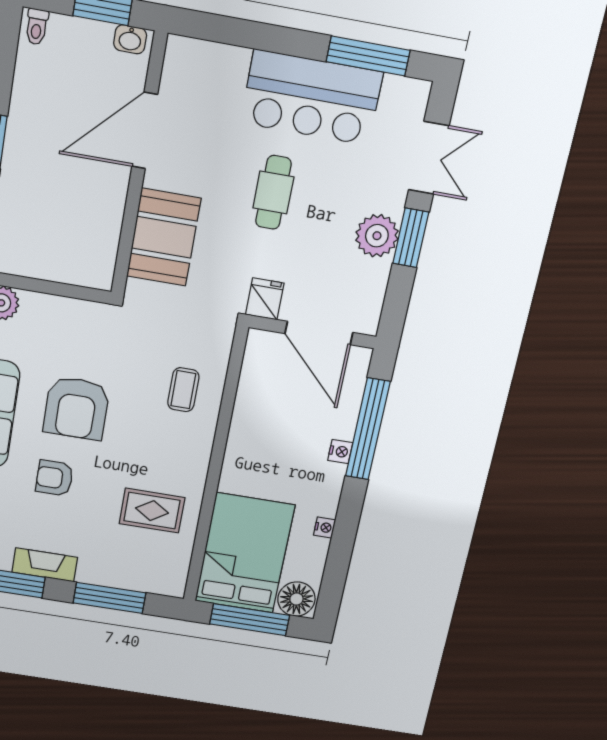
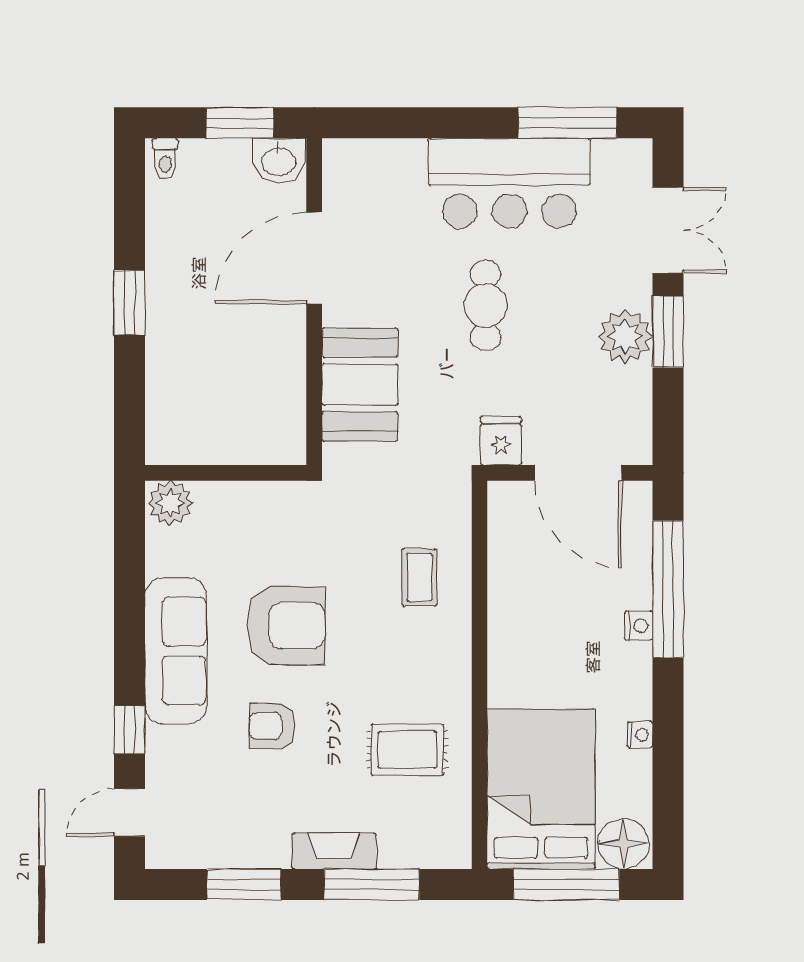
washbasin: (130, 39) -> (279, 160), width x1.38, depth x1.45
armchair: (76, 408) -> (286, 626), turned -90
fireplace: (45, 565) -> (334, 851), moved

